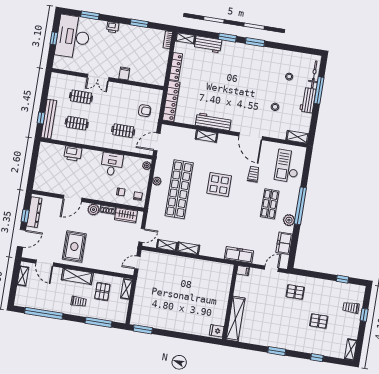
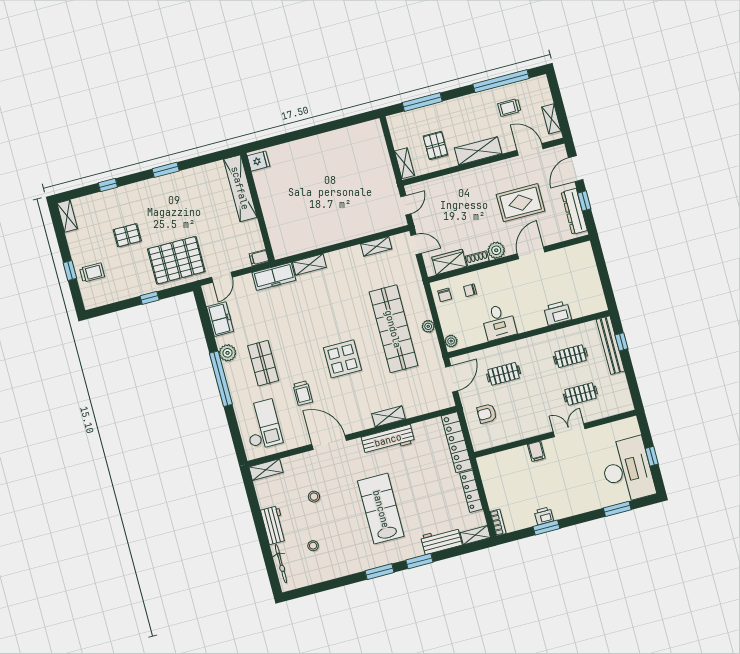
printer: (113, 27) -> (544, 516), moved
lab bench: (237, 81) -> (381, 509), added
window: (319, 90) -> (265, 545), removed
door: (142, 235) -> (416, 244), swing flipped
rug: (74, 247) -> (521, 203), moved, turned 90
shelving: (188, 248) -> (309, 265), moved
window: (343, 279) -> (150, 298), moved
pallet: (295, 292) -> (176, 260), width x2.05, depth x2.00
trolley: (79, 301) -> (509, 107), moved
window: (143, 329) -> (358, 119), removed

